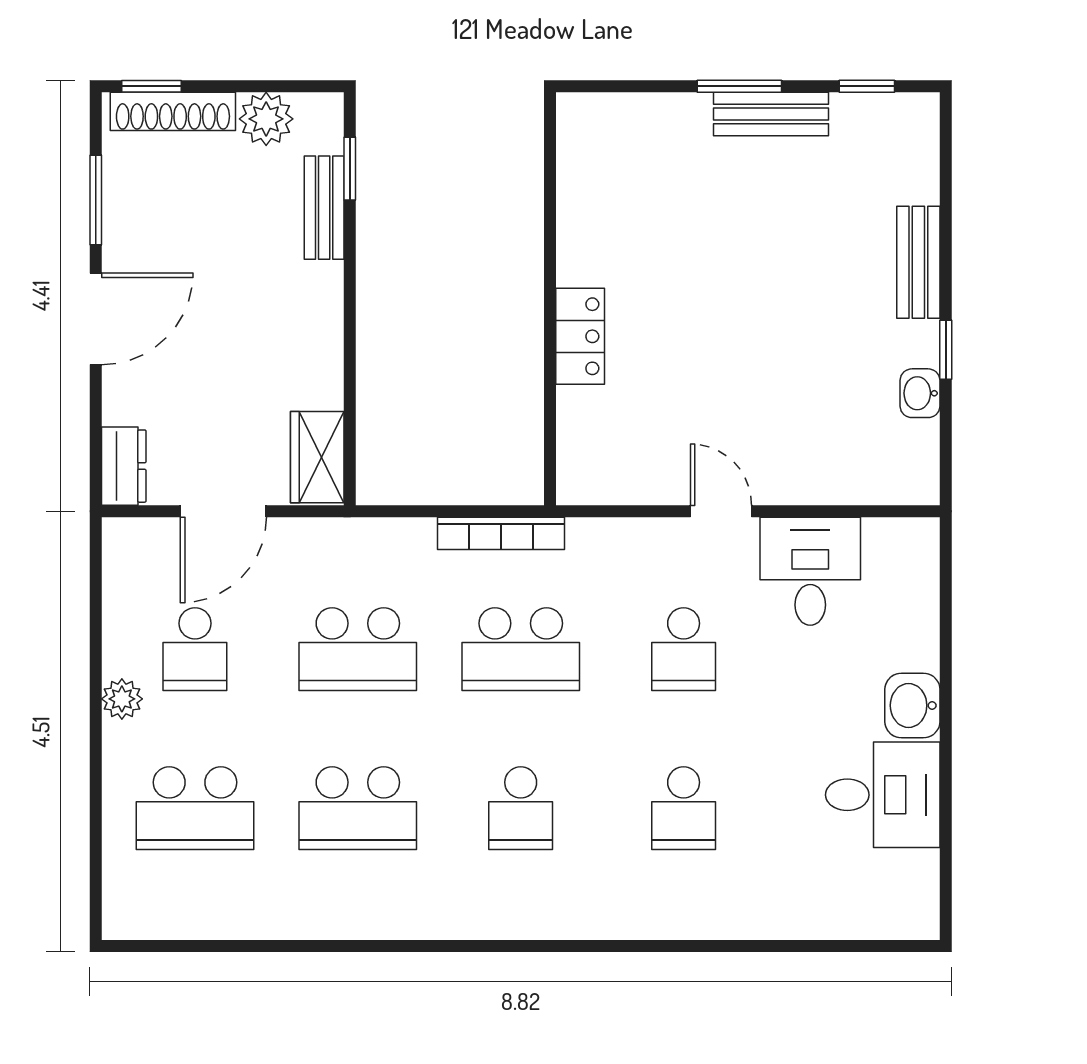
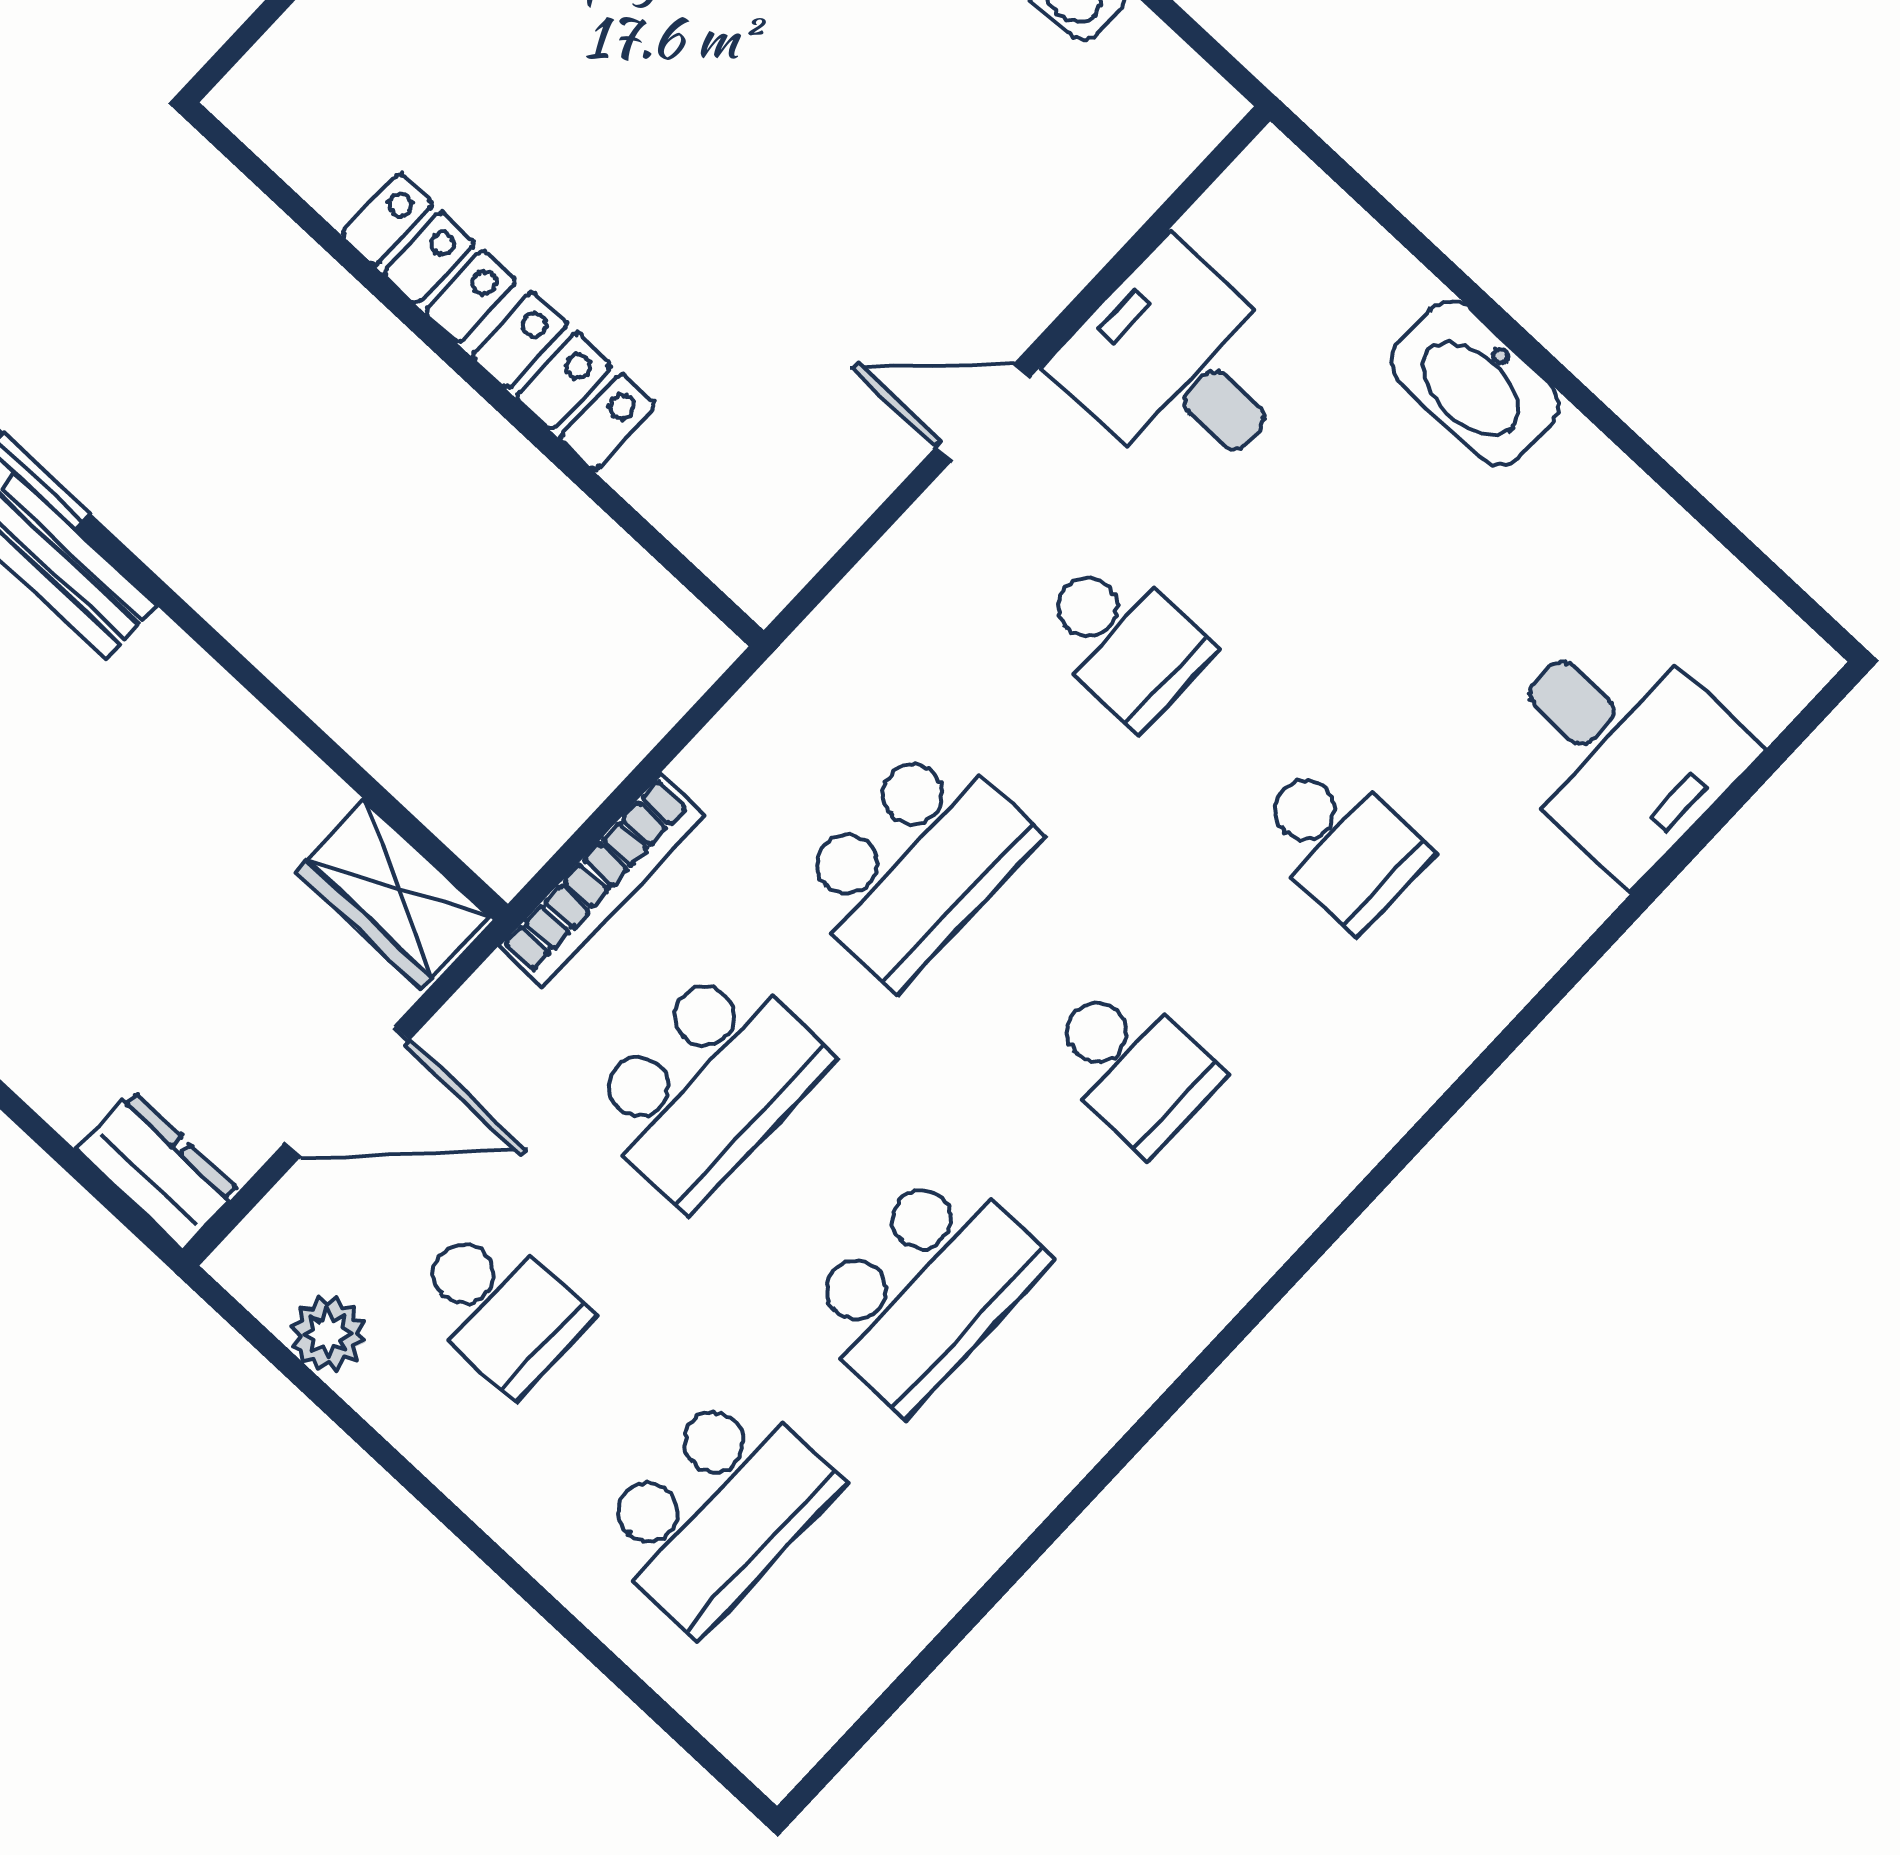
locker: (579, 239) -> (429, 258), added
door: (223, 511) -> (347, 1092), hinge flipped
bookcase: (501, 533) -> (601, 880), moved
plant: (122, 699) -> (328, 1334), moved
washbasin: (912, 705) -> (1475, 383), width x1.38
desk: (883, 795) -> (1620, 748), moved, turned 90

